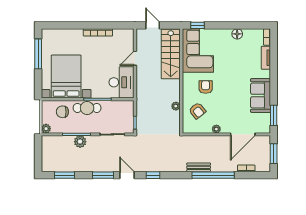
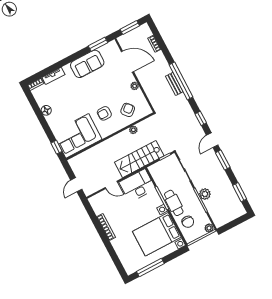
stairs: (171, 54) -> (139, 159), moved, turned 180
window: (213, 175) -> (181, 81), moved

